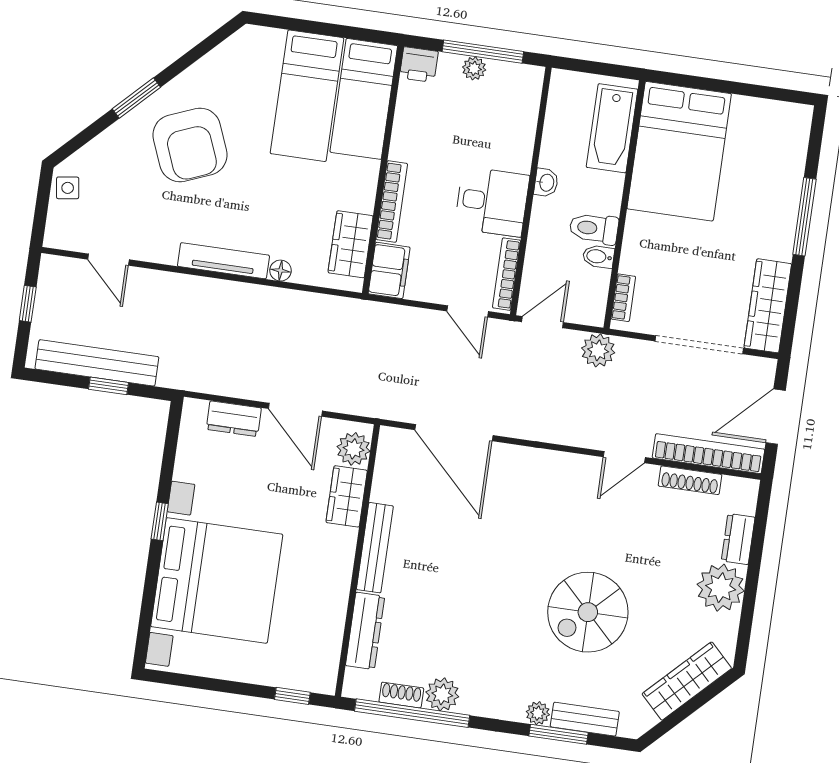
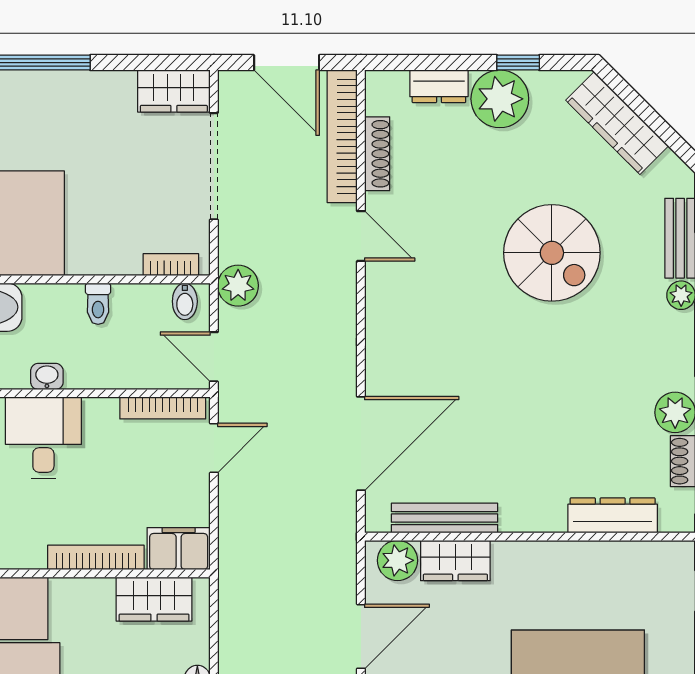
desk: (492, 202) -> (43, 438), moved
toilet: (594, 228) -> (98, 304), width x0.73, depth x0.72
bidet: (598, 257) -> (185, 301), moved
wardrobe: (768, 306) -> (174, 91), width x0.67
bench: (375, 548) -> (445, 518), moved
window: (748, 607) -> (518, 63), added

